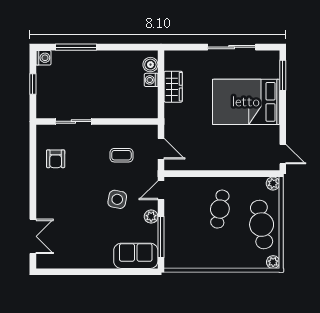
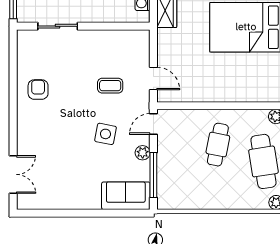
sliding door: (73, 121) -> (58, 26), moved
wall: (97, 121) -> (83, 26), moved
armchair: (56, 159) -> (38, 90), turned 180

